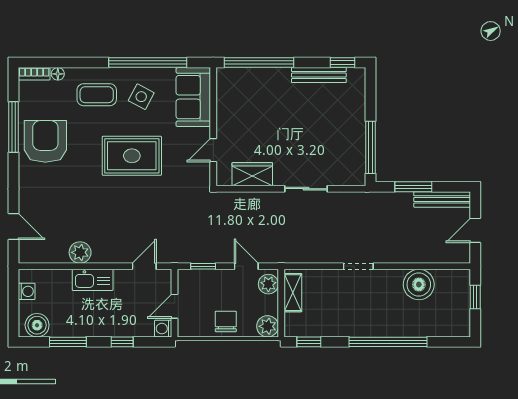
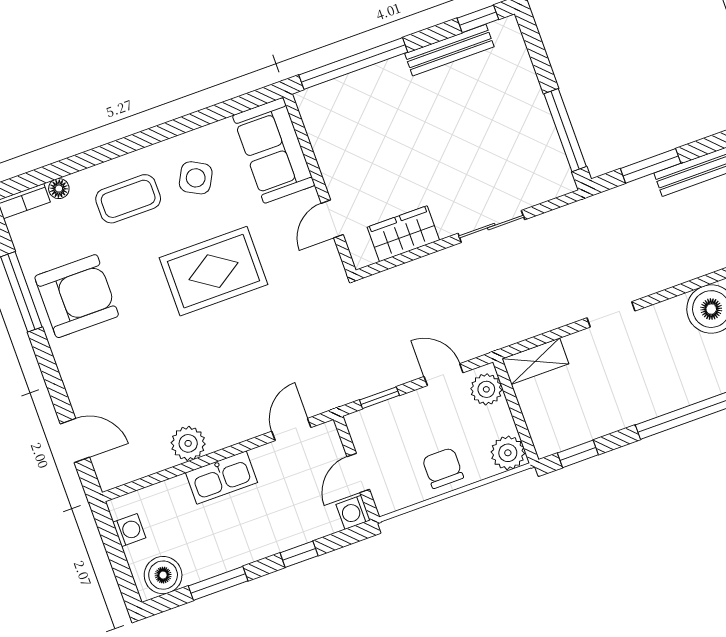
window: (148, 63) -> (187, 123), removed
armchair: (45, 141) -> (77, 296), turned 90
shelving: (293, 293) -> (535, 361), moved, turned 90

